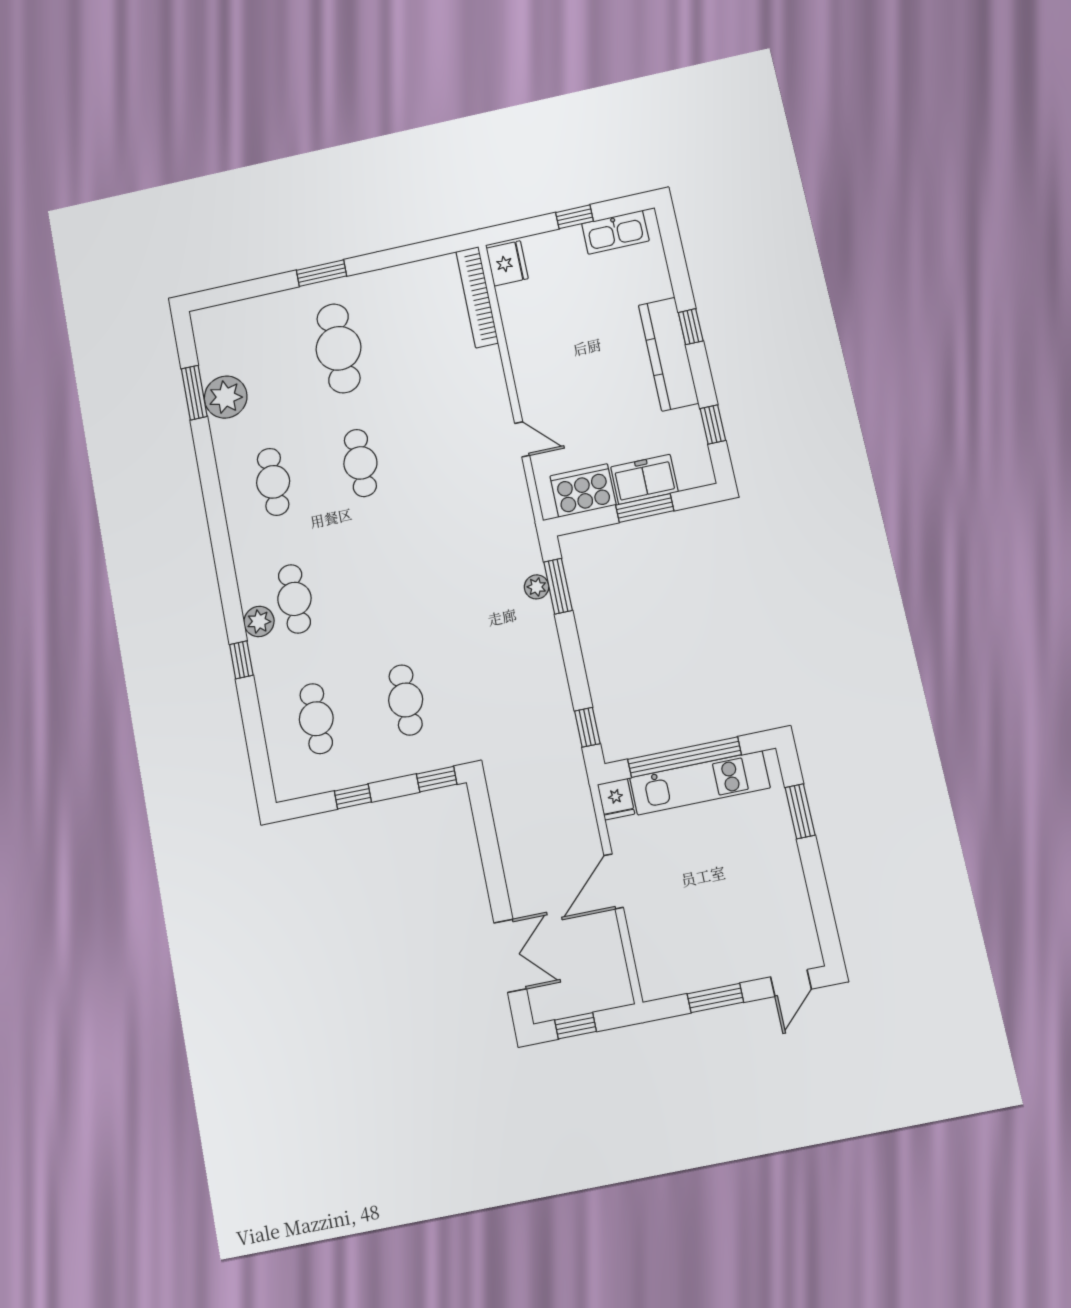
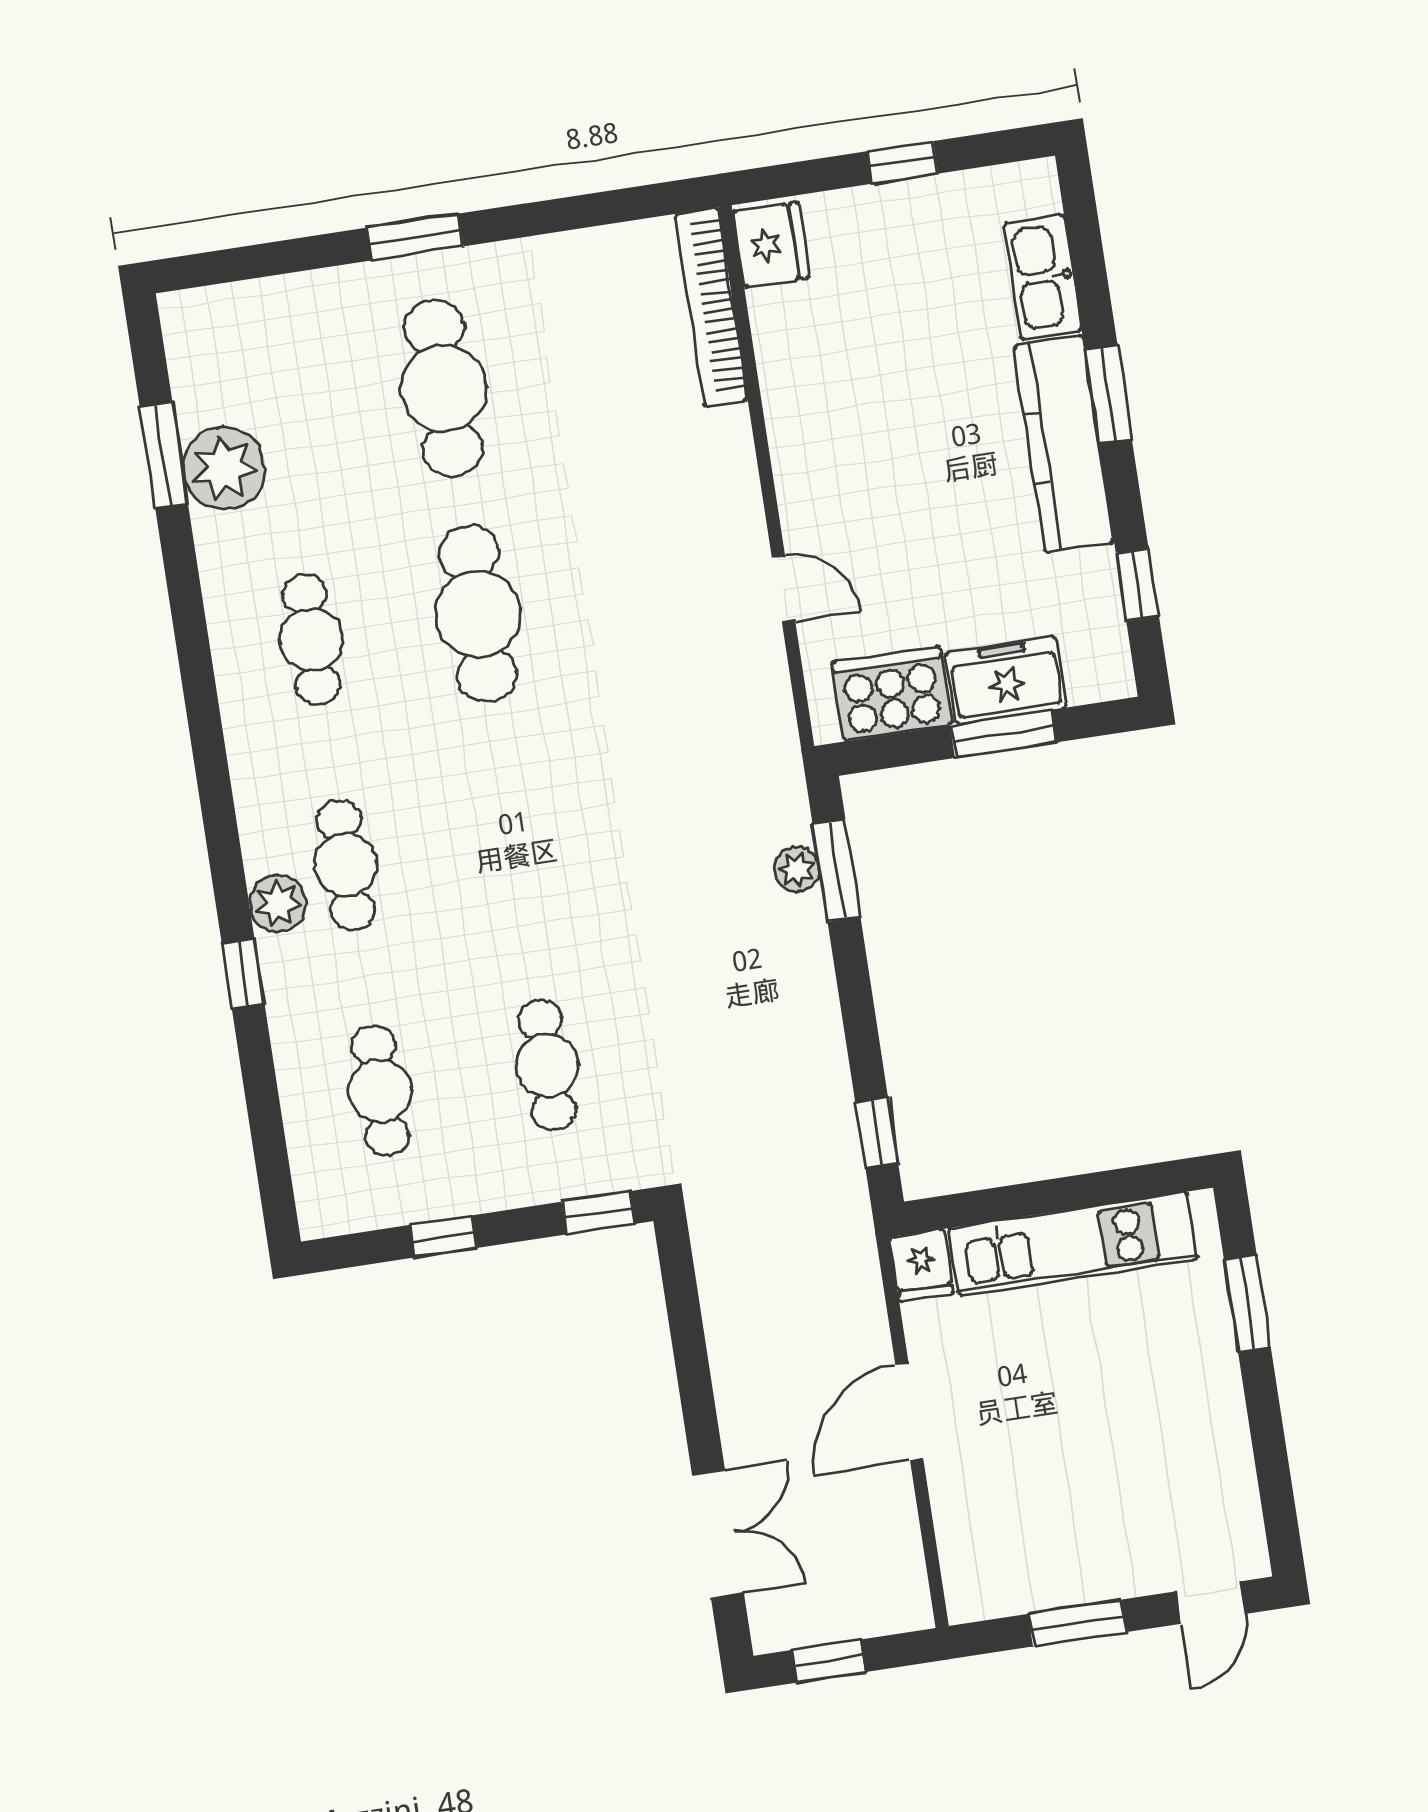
kitchen sink: (615, 232) -> (1042, 277), moved, turned 90
window: (691, 327) -> (1108, 394), width x1.50
cafe table: (360, 463) -> (478, 614), width x1.37, depth x1.35
window: (684, 757) -> (1048, 1196), removed

